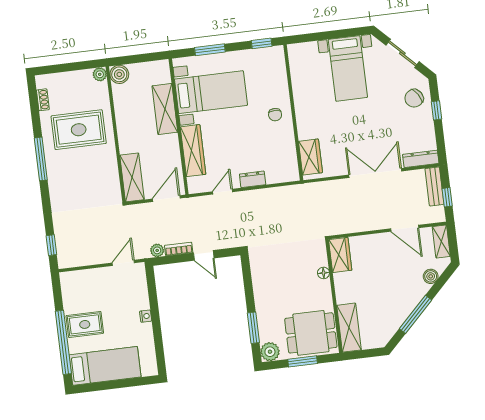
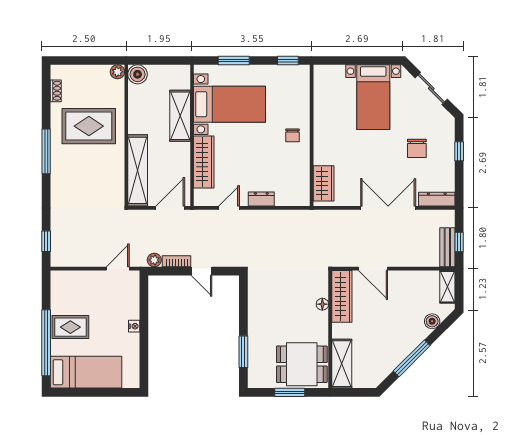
chair: (414, 98) -> (417, 148), moved, turned -57
shelving: (132, 177) -> (138, 170), width x1.47
bench: (434, 186) -> (447, 247), moved
door: (405, 228) -> (373, 269), moved
wardrobe: (340, 255) -> (342, 296), width x1.50
plant: (270, 352) -> (257, 378), removed

